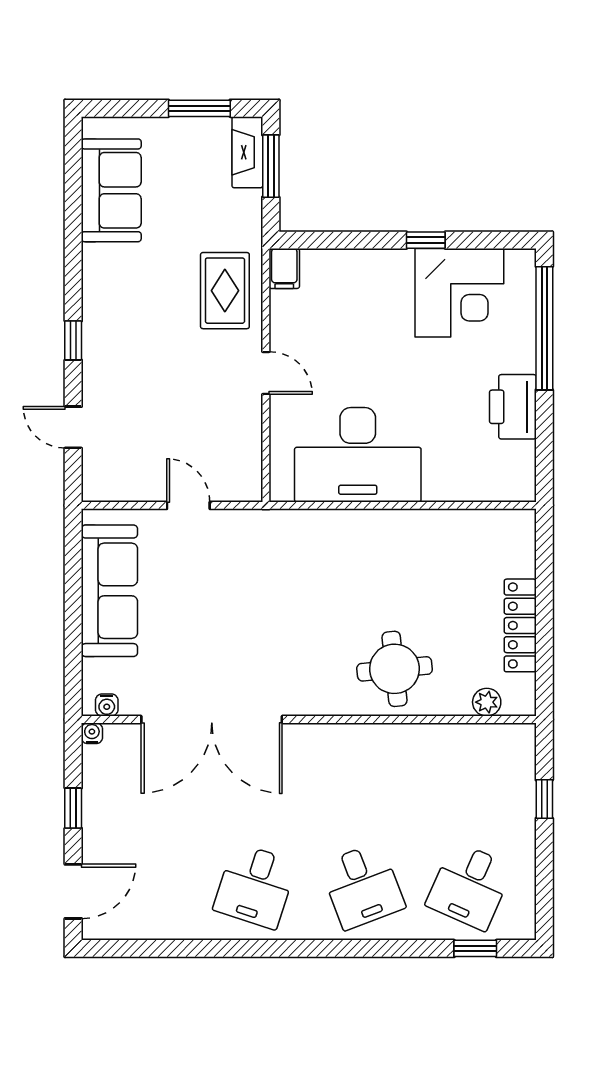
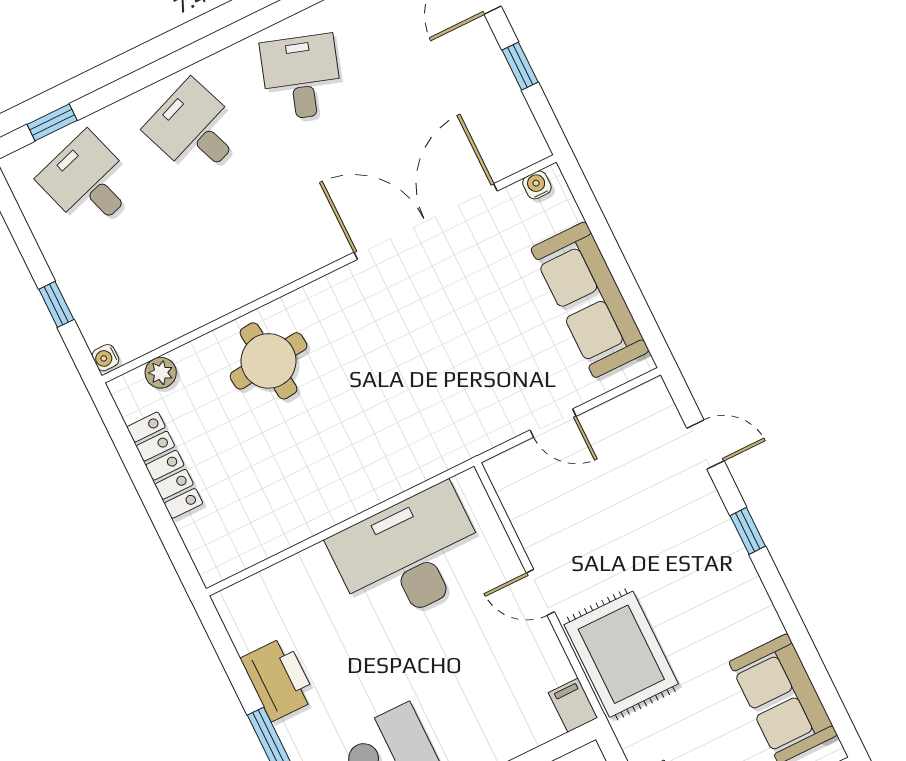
rug: (225, 291) -> (621, 654), width x1.36, depth x1.43
water cooler: (92, 733) -> (105, 358), moved, turned 90
desk: (470, 886) -> (88, 182), turned -42

